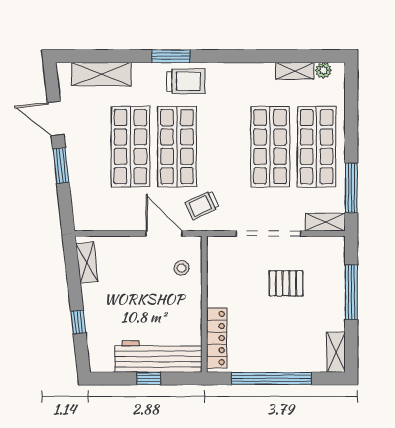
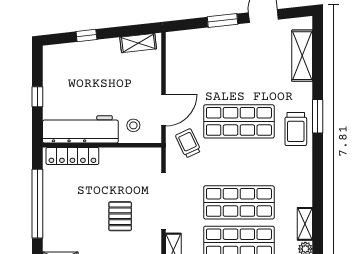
shop shelf: (130, 147) -> (239, 81), removed
workbench: (158, 357) -> (80, 129), moved, turned -90

